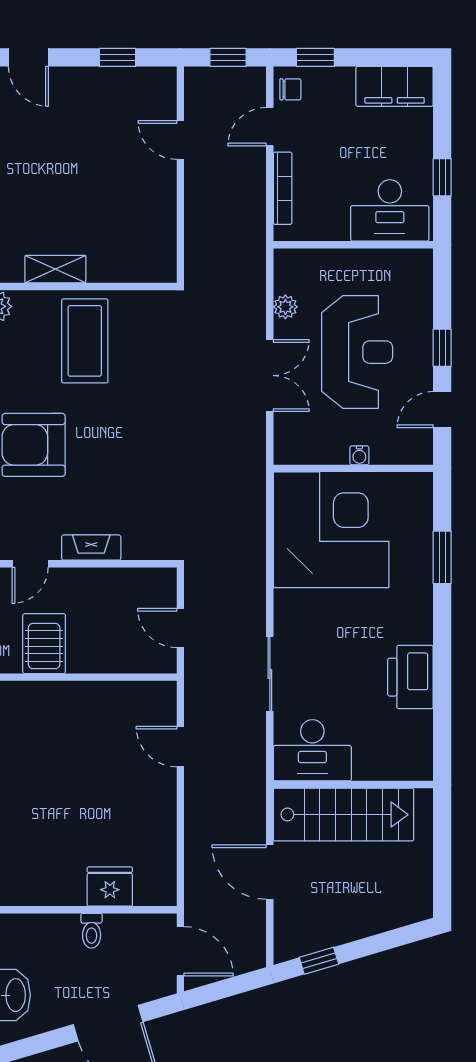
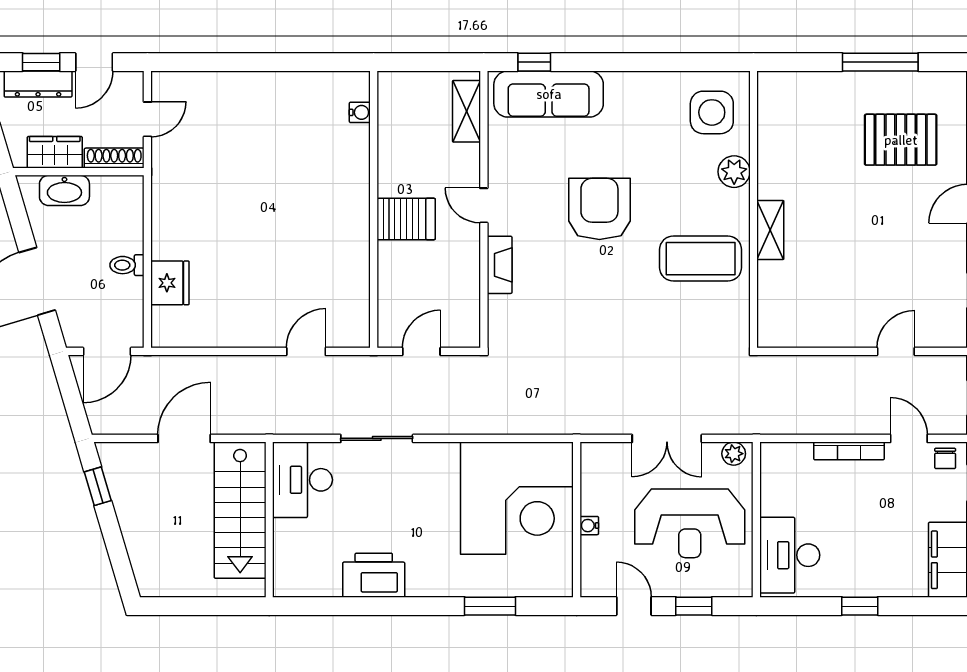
desk: (390, 210) -> (790, 555), moved
wall: (353, 245) -> (756, 520), moved

